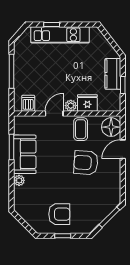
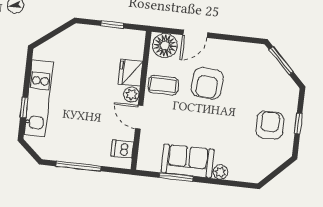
kitchen counter: (113, 74) -> (96, 36), removed
door: (123, 149) -> (195, 34), hinge flipped

